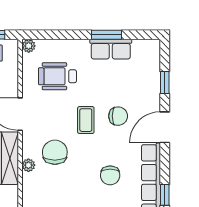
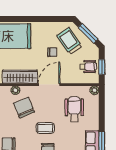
chair: (55, 152) -> (24, 108), turned -112

